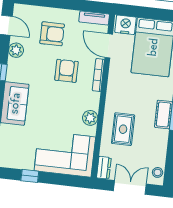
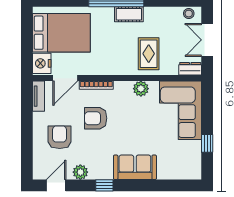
rug: (123, 129) -> (149, 54), turned 90

